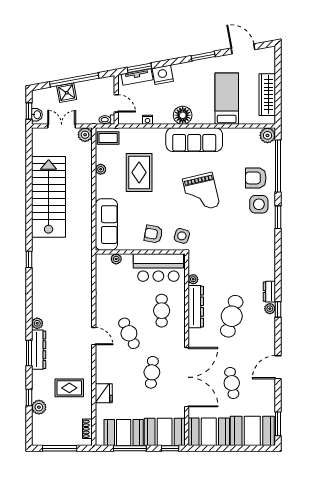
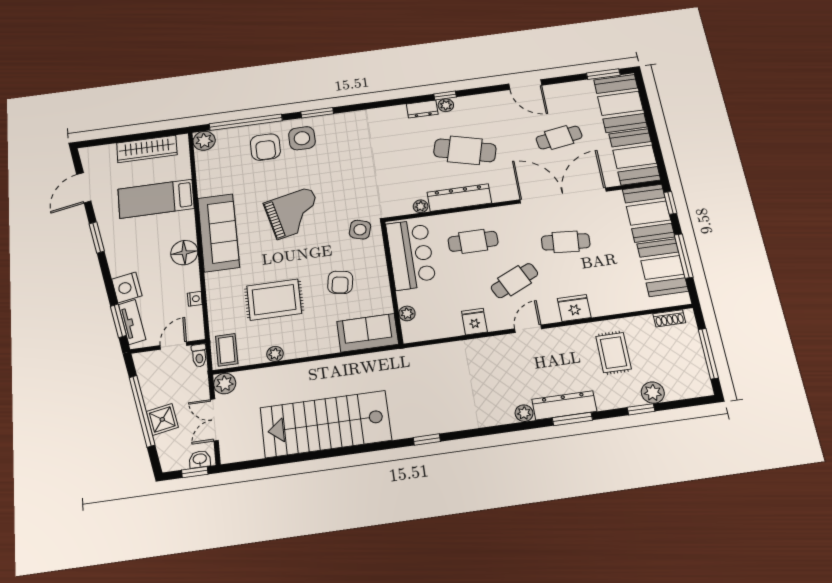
sofa: (106, 225) -> (368, 333), width x0.73
armchair: (153, 234) -> (340, 282), moved
fridge: (104, 302) -> (474, 322), added
fridge: (104, 393) -> (574, 308), moved

